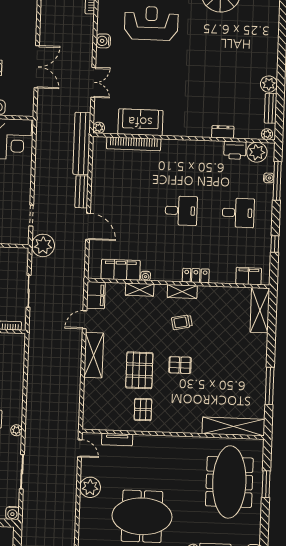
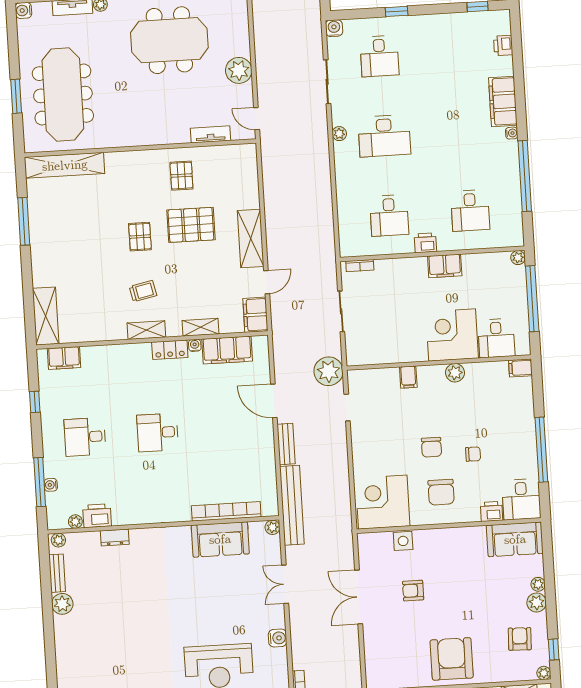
plant: (257, 152) -> (75, 522), width x0.53, depth x0.53
locker: (196, 276) -> (170, 350), moved
pallet: (180, 365) -> (140, 237), turned 90
pallet: (139, 370) -> (191, 225), turned 90

